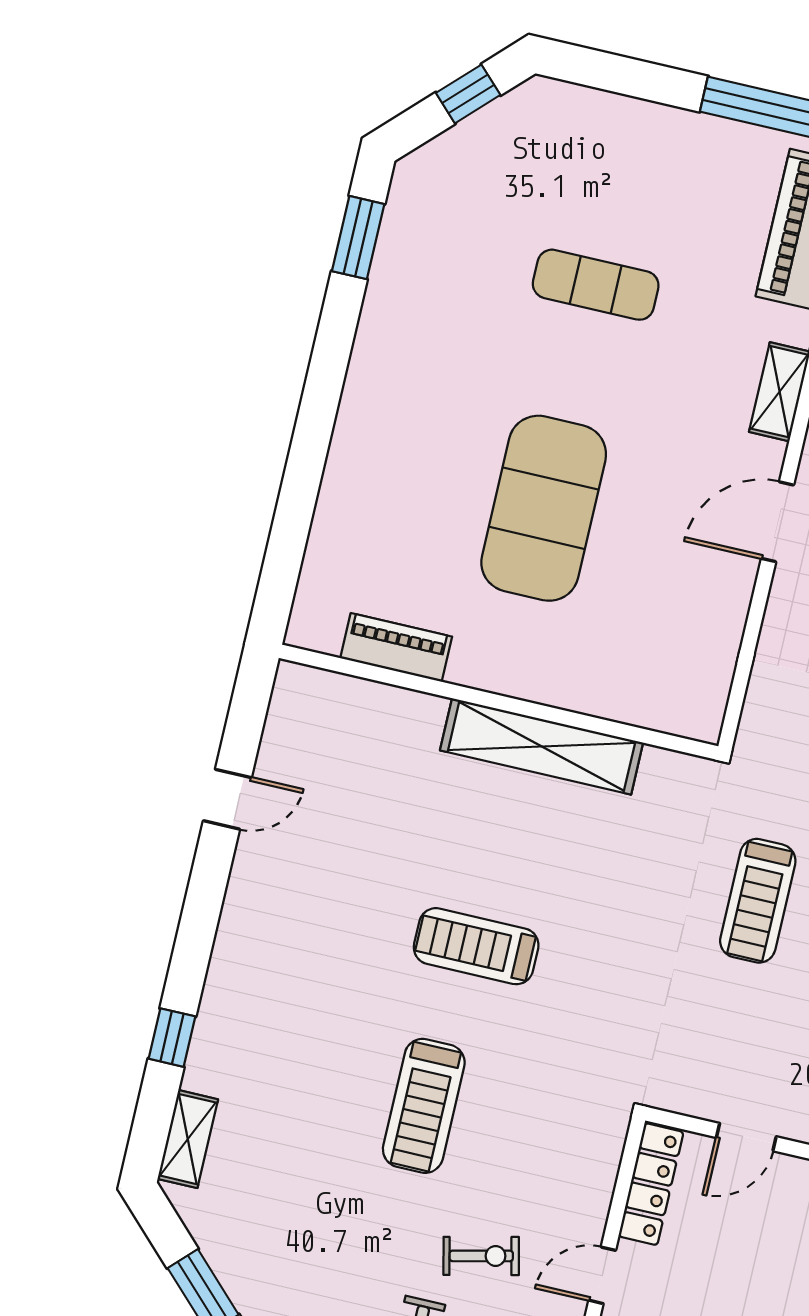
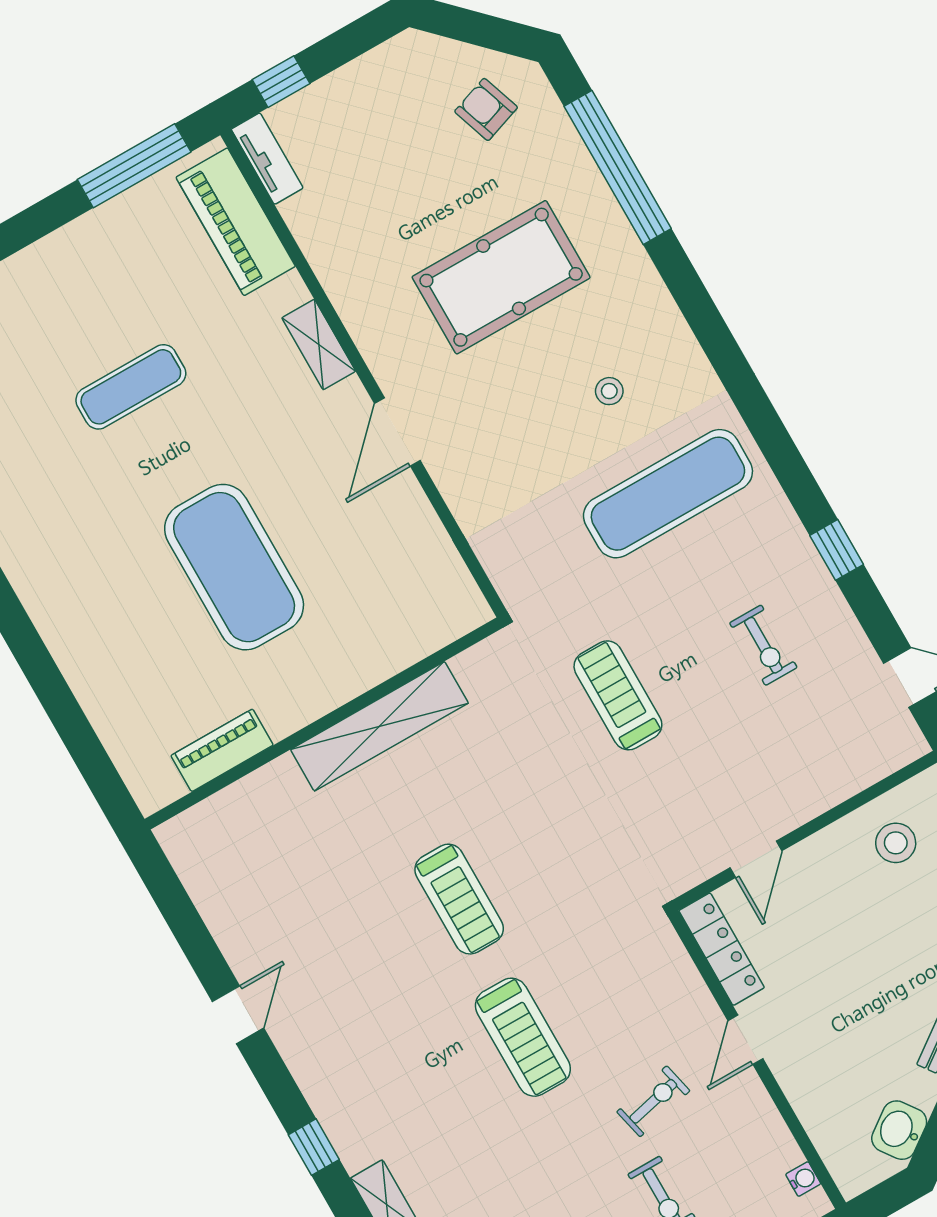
door: (227, 799) -> (238, 1015), moved
treadmill: (758, 901) -> (618, 695), turned 180
treadmill: (476, 946) -> (459, 899), turned -90

